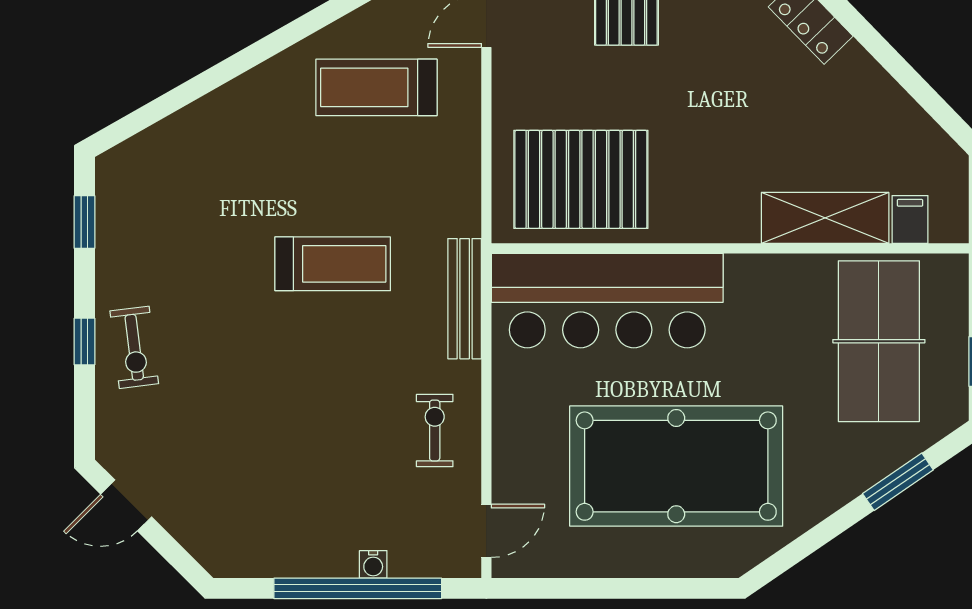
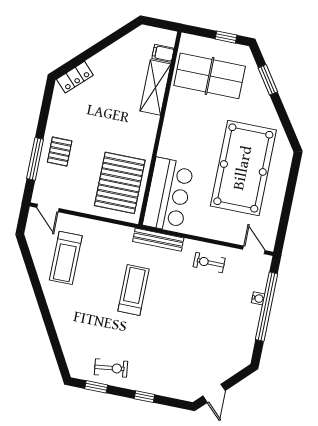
bar counter: (607, 301) -> (168, 195), width x0.73
exercise bike: (134, 347) -> (111, 368), moved

